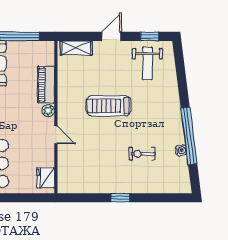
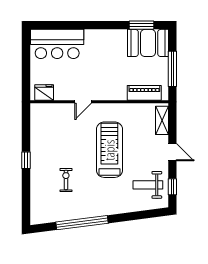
piano: (46, 85) -> (144, 93), moved
treadmill: (109, 106) -> (109, 150), width x1.37, depth x1.38
plant: (48, 111) -> (105, 95), removed
water cooler: (181, 150) -> (69, 215), removed

